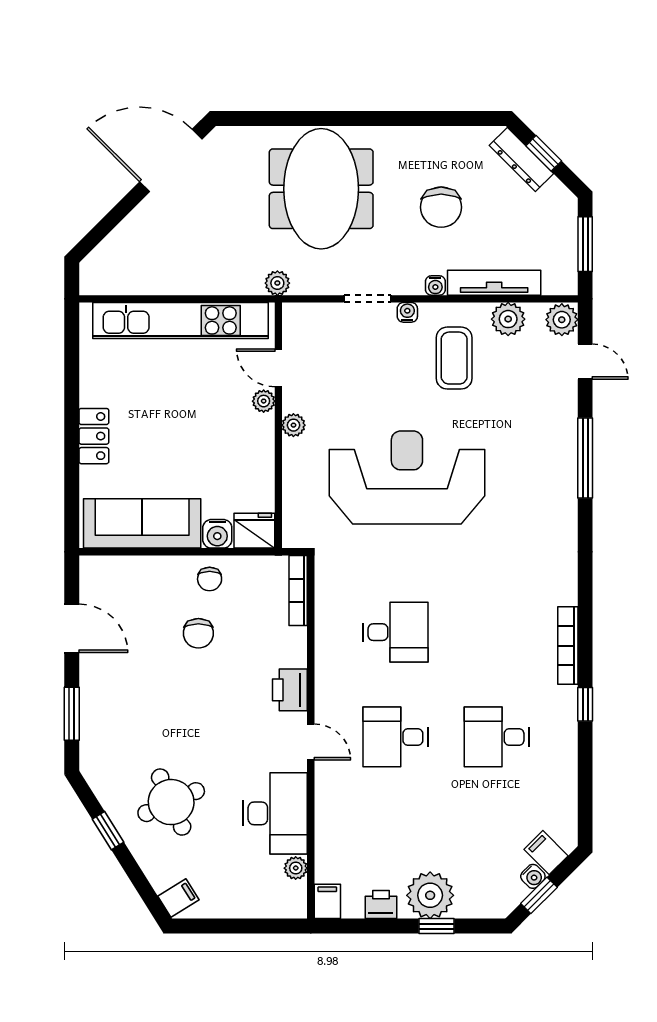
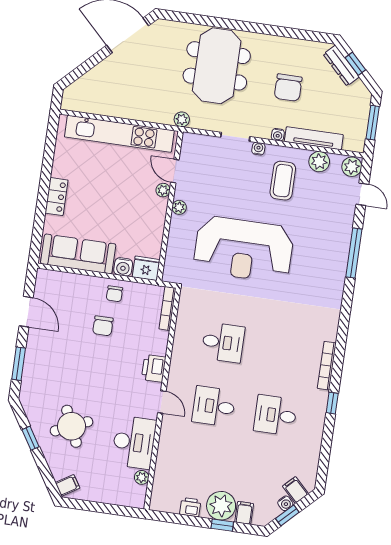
reception desk: (407, 477) -> (244, 249), turned 180
filing cabinet: (327, 901) -> (244, 513), moved

